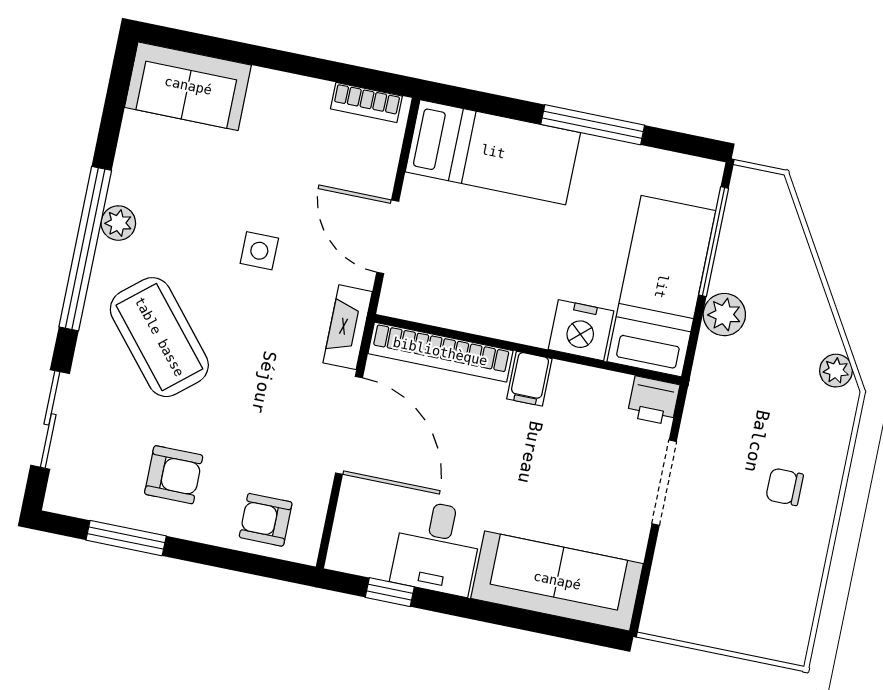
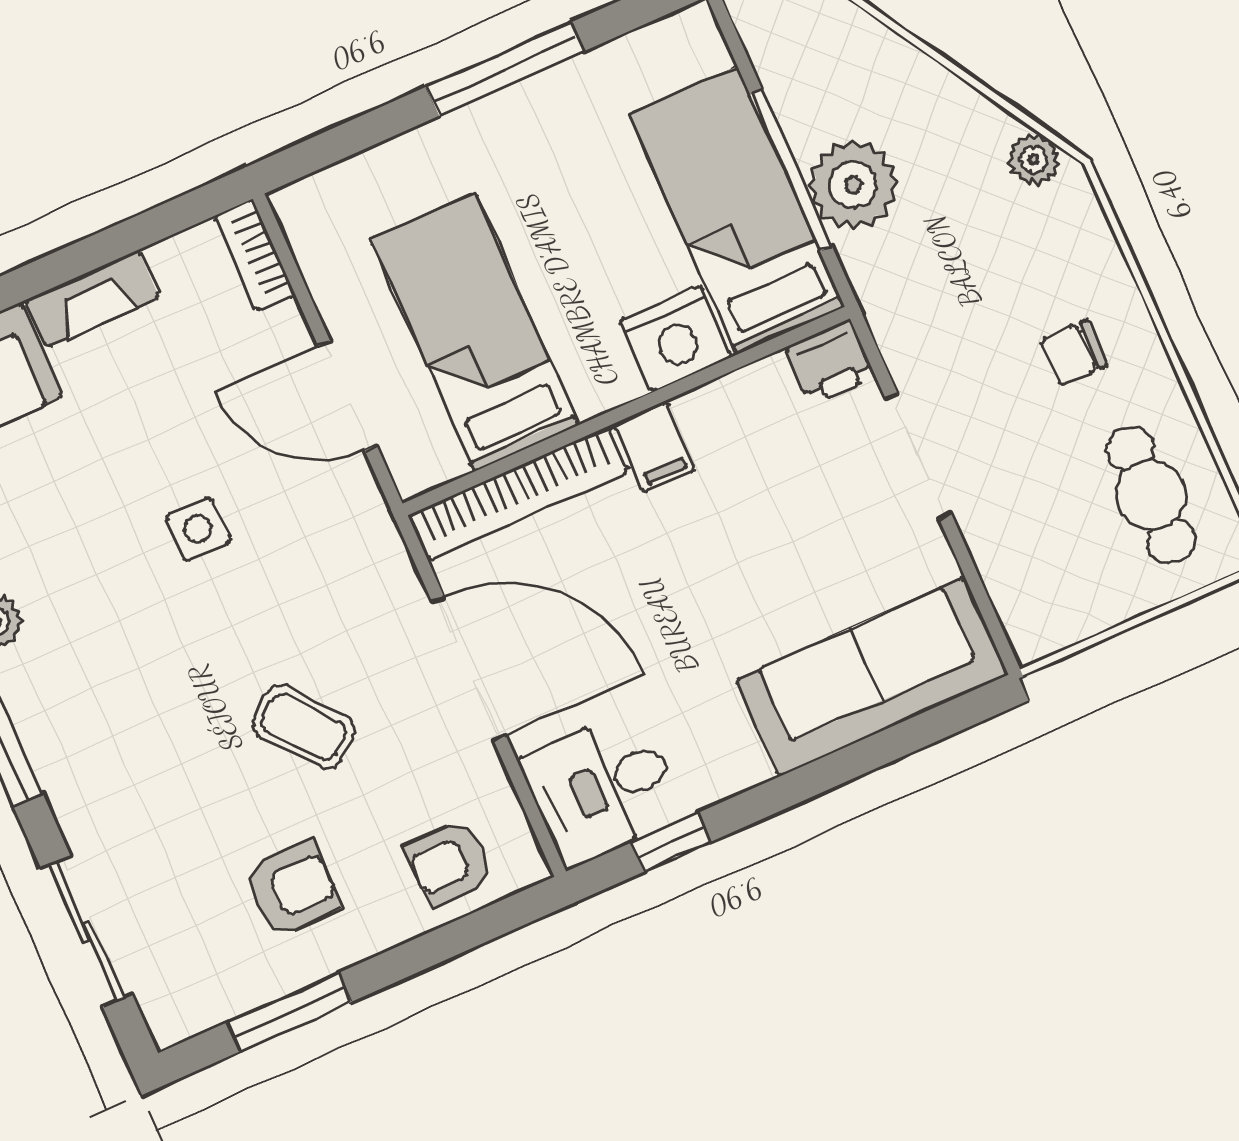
bookcase: (366, 102) -> (255, 255), moved, turned 90
bed: (493, 152) -> (475, 332), moved, turned -90
window: (714, 242) -> (791, 170), moved
plant: (724, 315) -> (853, 185), width x1.36, depth x1.36
fireplace: (348, 327) -> (92, 299), moved, turned -90
coffee table: (159, 337) -> (304, 727), moved, width x0.54, depth x0.58
desk: (437, 548) -> (602, 788), moved, turned 90
cafe table: (772, 590) -> (1151, 495), added

